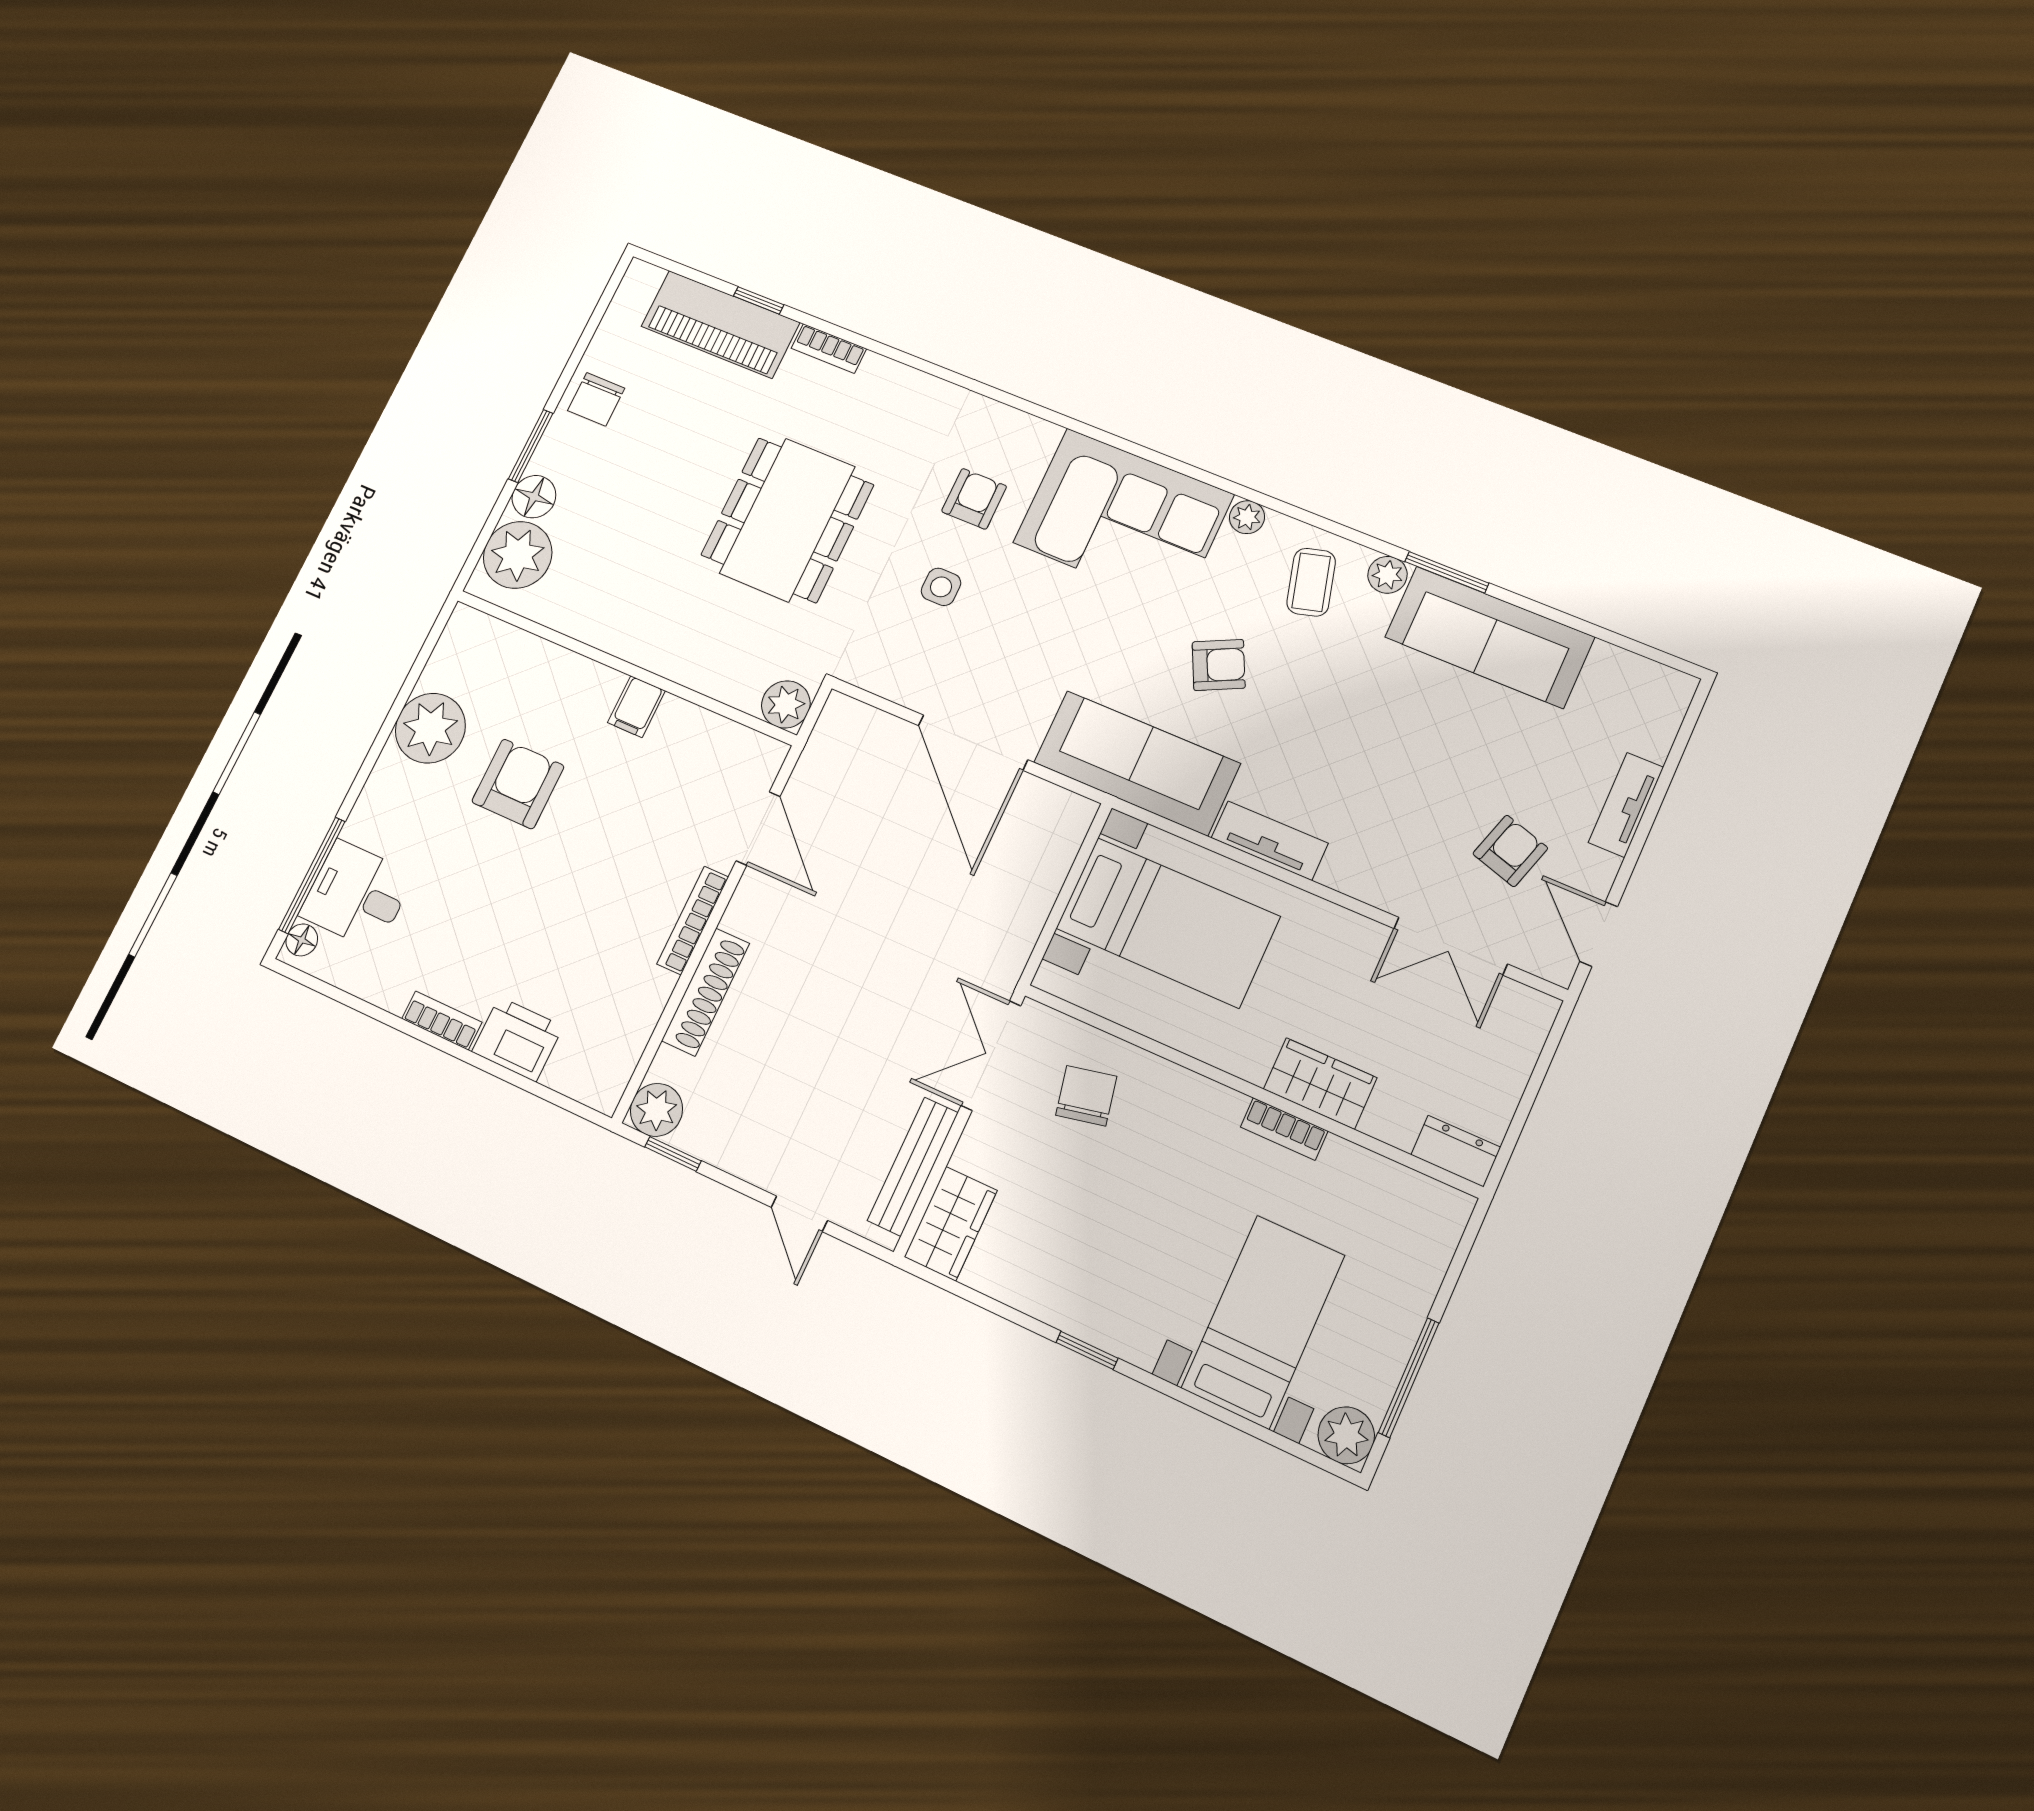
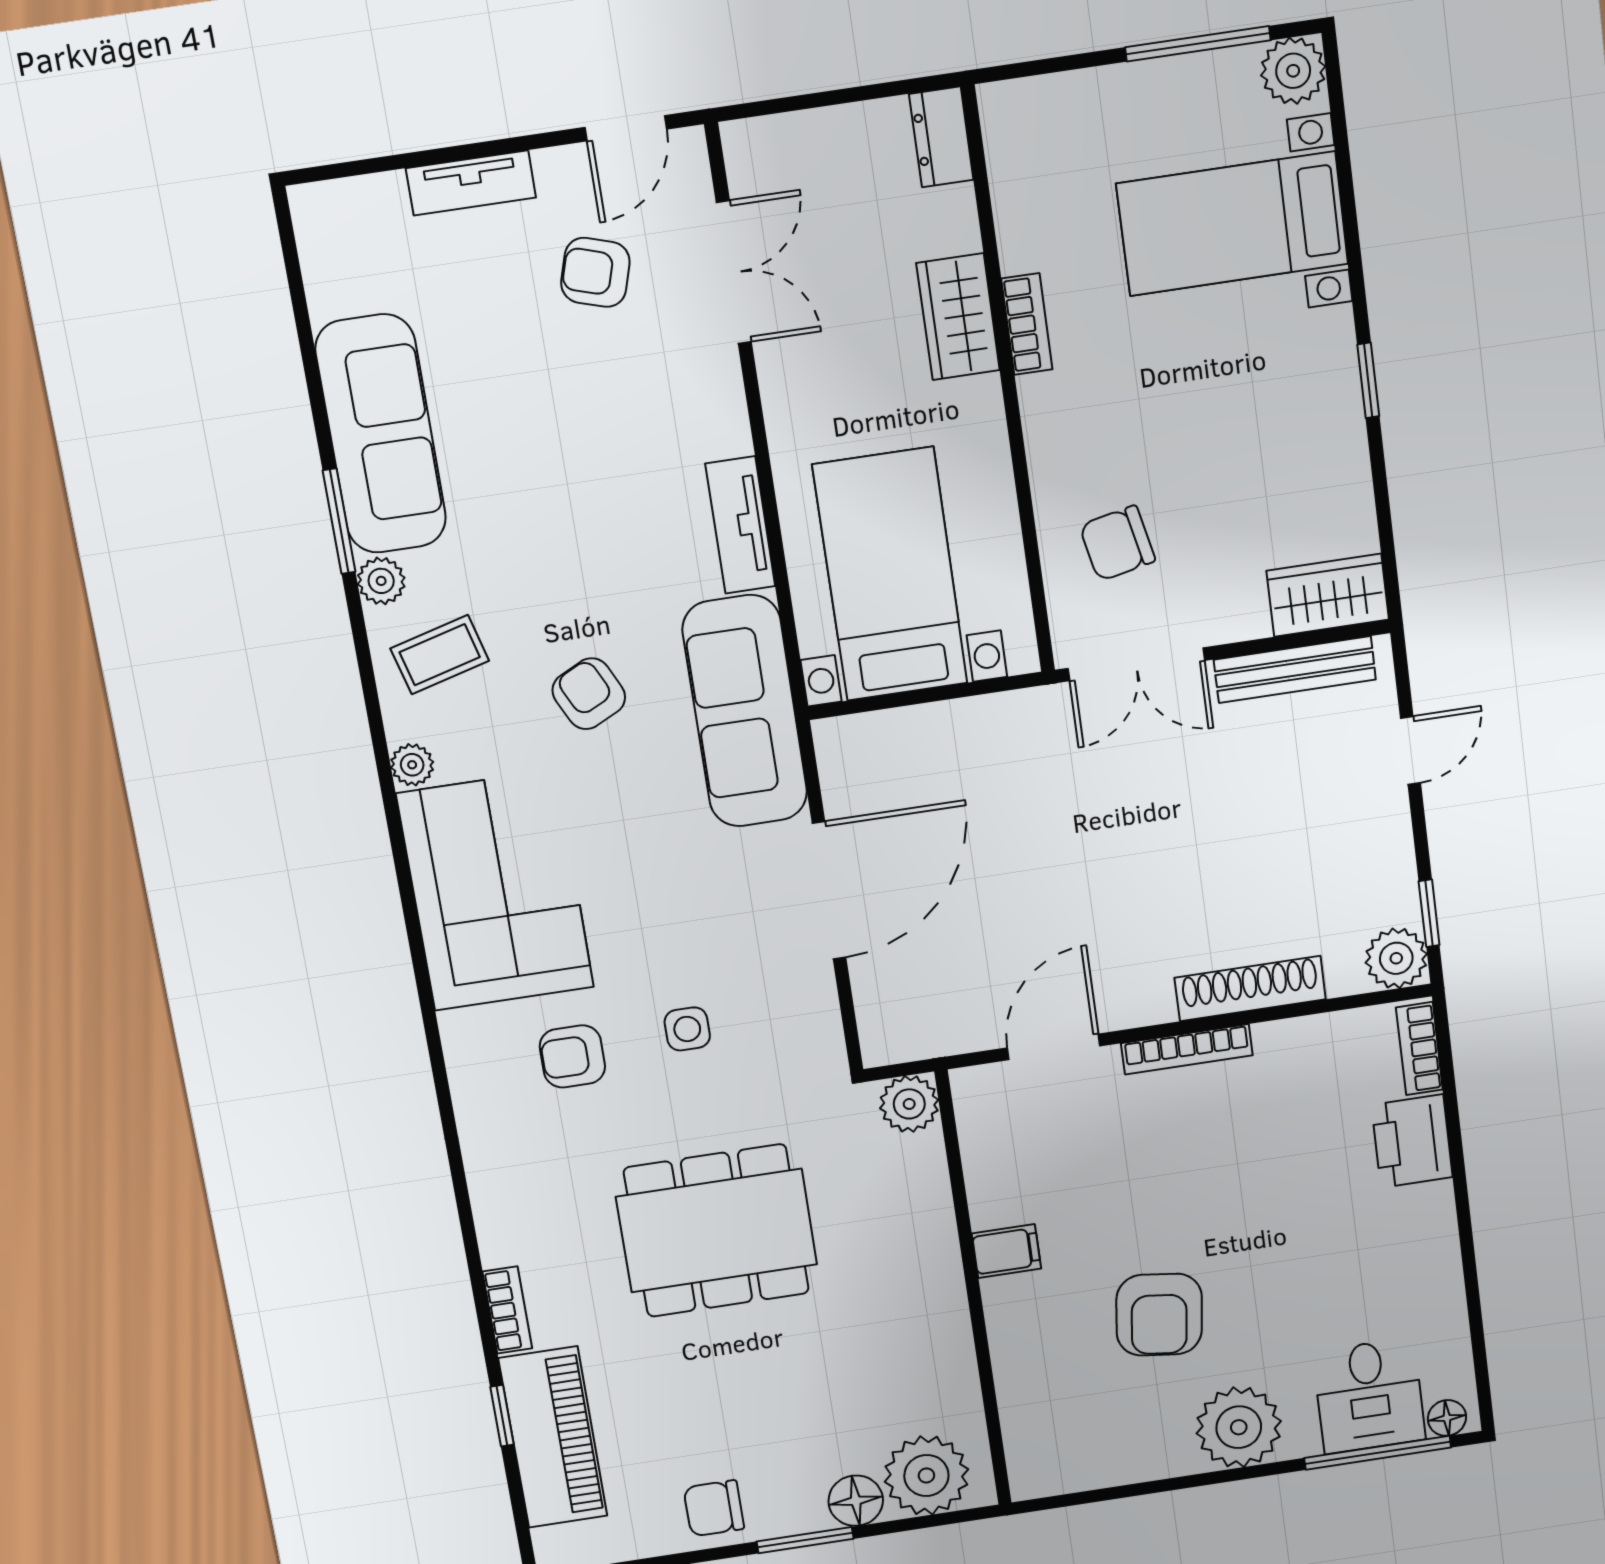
chair: (596, 399) -> (714, 1508), turned 180
plant: (430, 728) -> (1239, 1427), moved
armchair: (518, 784) -> (1159, 1315), turned -83
bookcase: (442, 1021) -> (1419, 1049), moved

